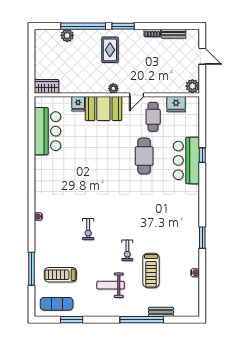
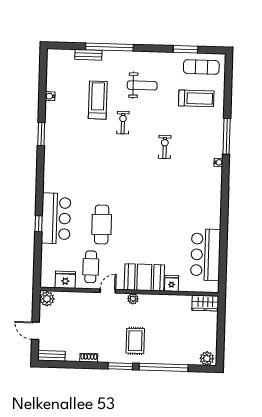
bench: (174, 34) -> (52, 356), moved
plant: (67, 35) -> (207, 358), moved
window: (31, 269) -> (227, 136), moved

